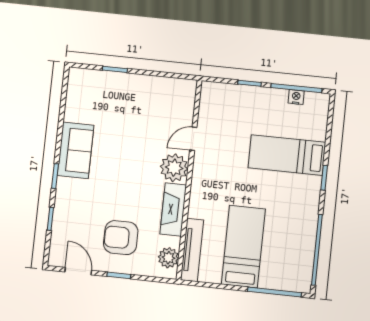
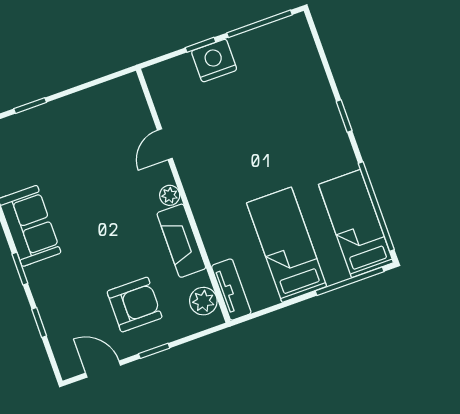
nightstand: (296, 97) -> (214, 61), moved, width x1.89, depth x1.79
bed: (287, 155) -> (356, 224), moved, turned 90
plant: (174, 168) -> (170, 195), width x0.53, depth x0.53
armchair: (121, 238) -> (135, 305), turned 180
tv unit: (192, 250) -> (231, 290), width x0.71

